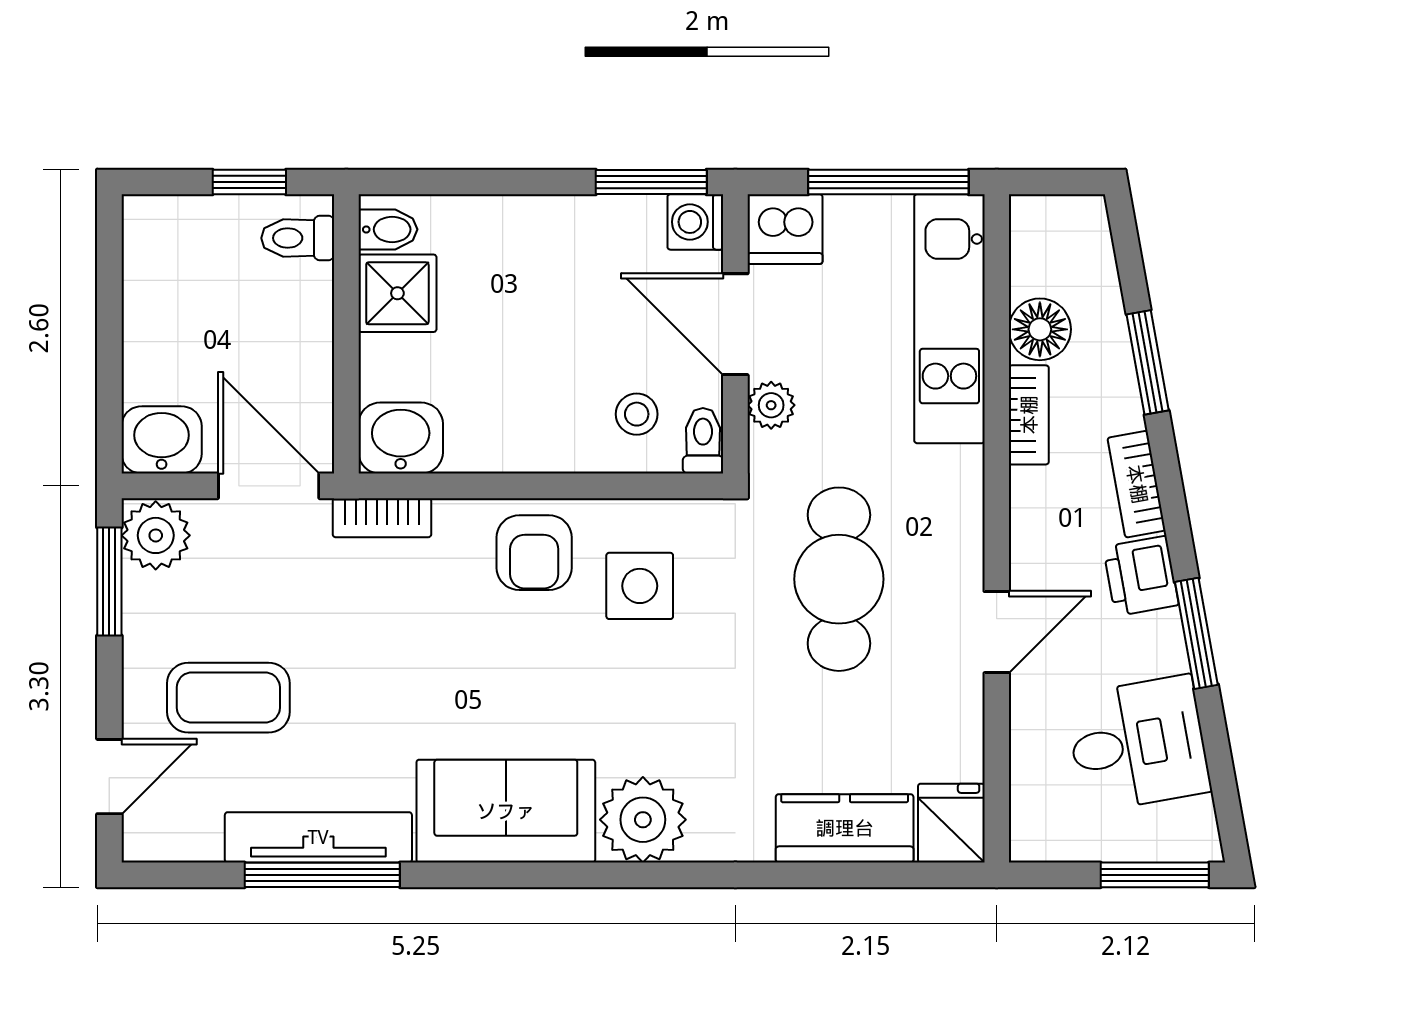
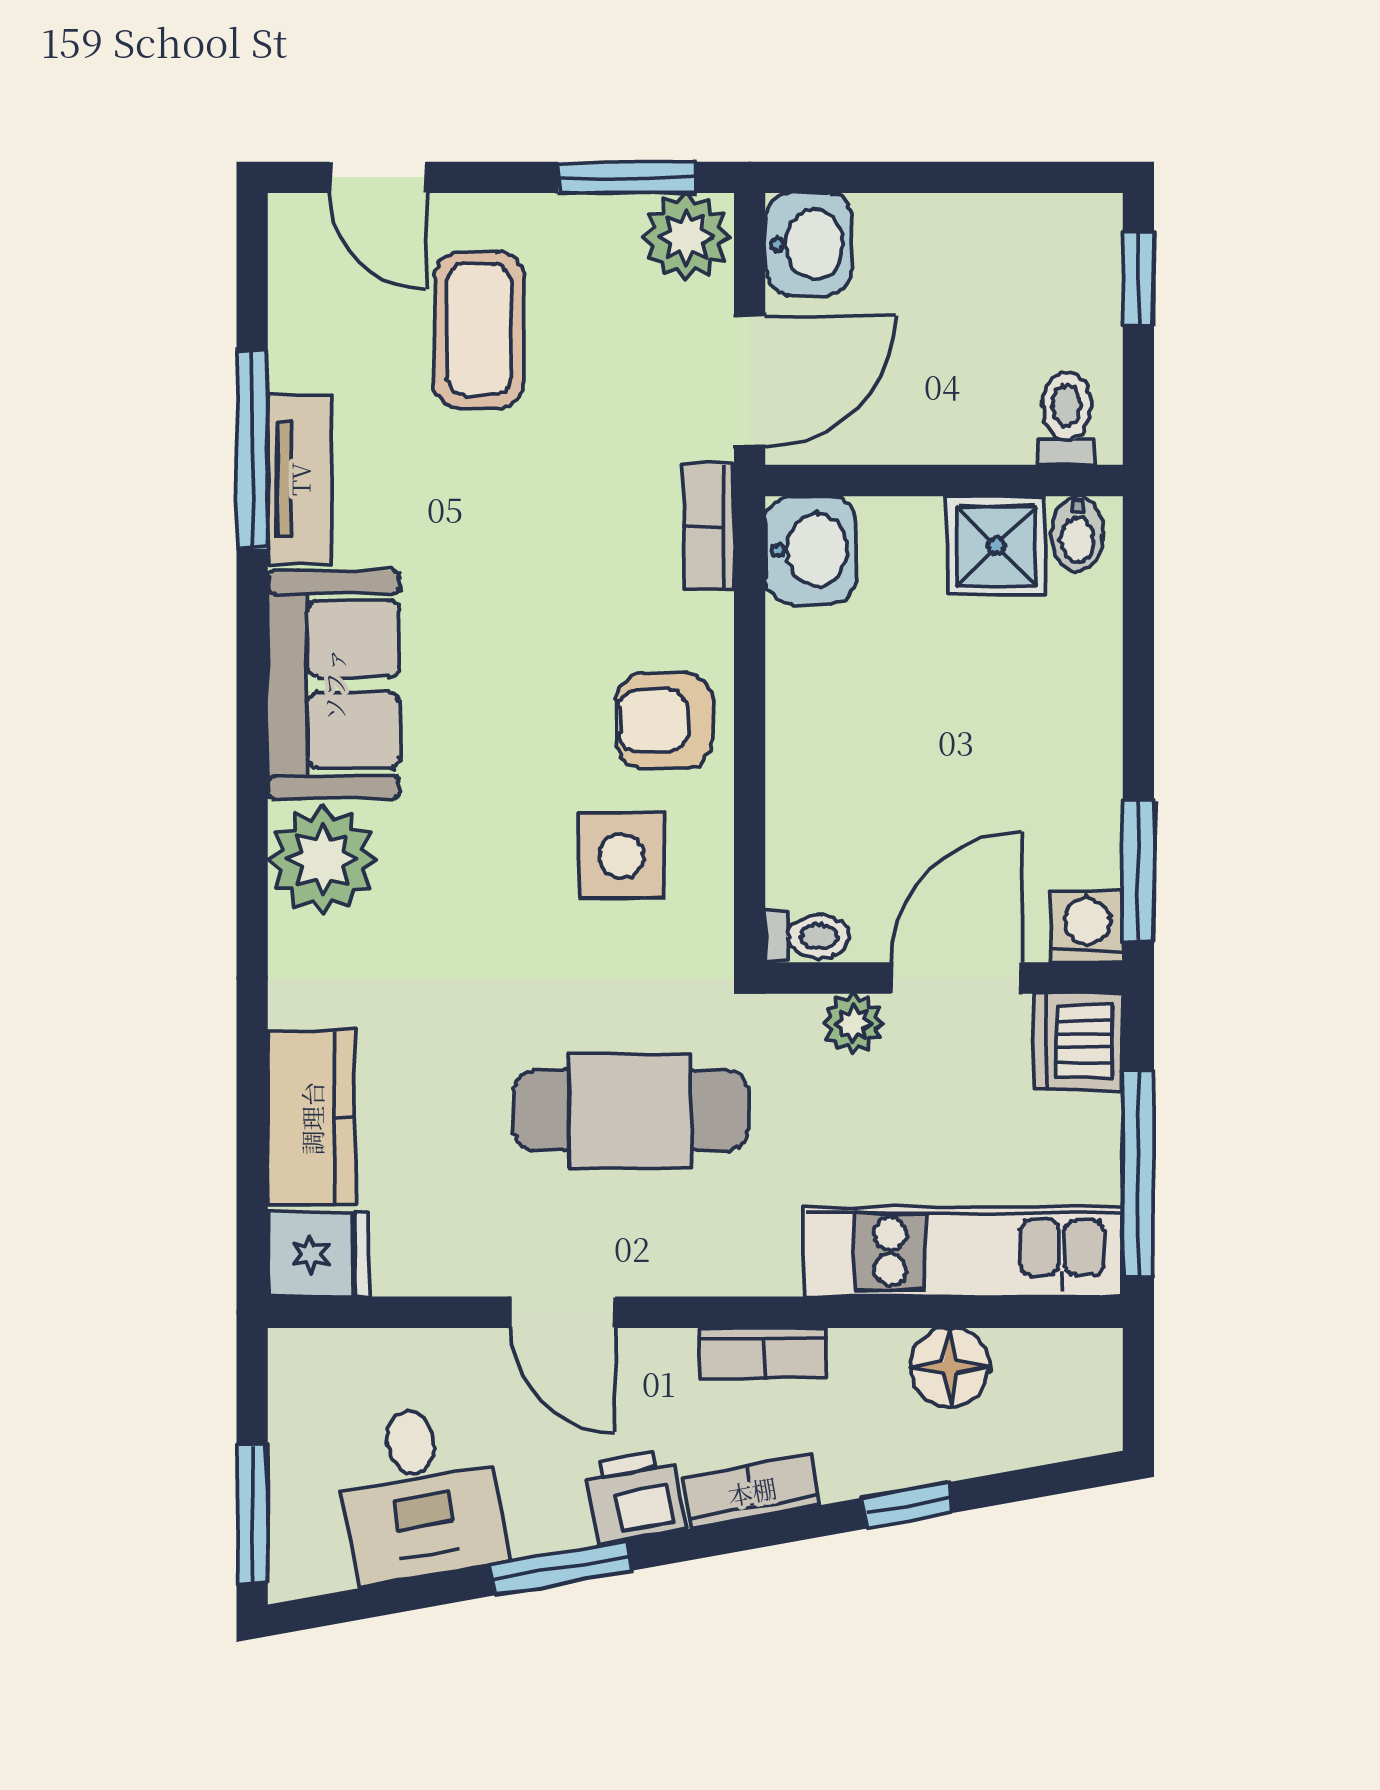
window: (249, 182) -> (1138, 278), moved
window: (1148, 362) -> (908, 1505), width x0.67
stool: (637, 414) -> (841, 852), removed
bookcase: (1029, 415) -> (764, 1353), moved
tv unit: (318, 837) -> (300, 479), width x0.71

